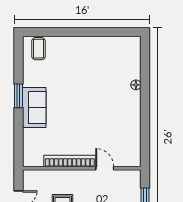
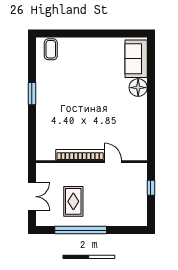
floor lamp: (136, 85) -> (138, 88), width x1.89, depth x1.89
sofa: (34, 108) -> (136, 59), moved, turned 180

